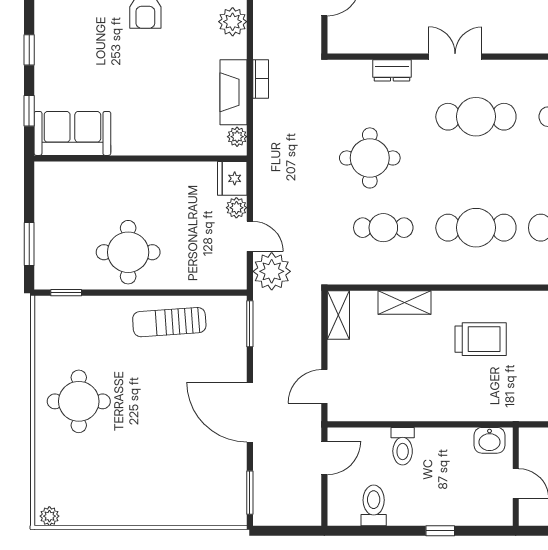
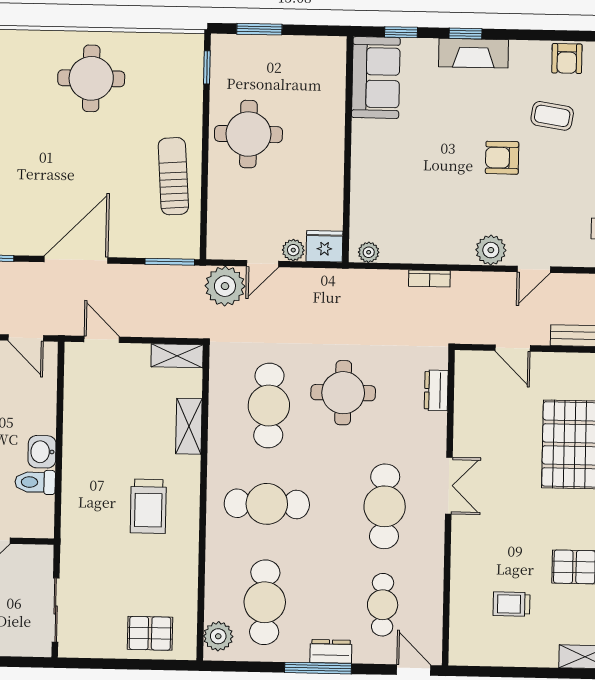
dresser: (392, 70) -> (436, 390), moved
fireplace: (233, 92) -> (474, 53), moved, turned 180
cafe table: (383, 228) -> (269, 406), width x1.37, depth x1.35
cafe table: (476, 228) -> (267, 504), turned 90
washbasin: (490, 440) -> (42, 452), moved
toilet: (403, 446) -> (35, 482), moved

